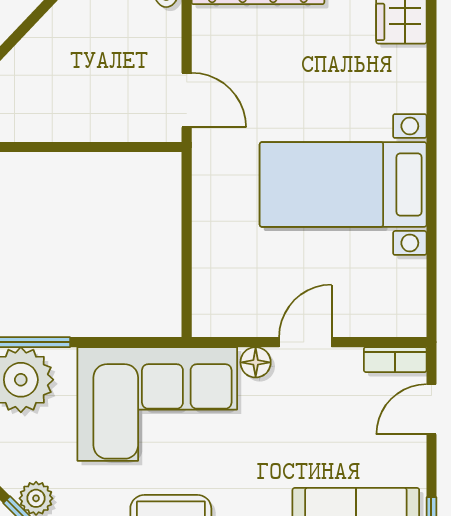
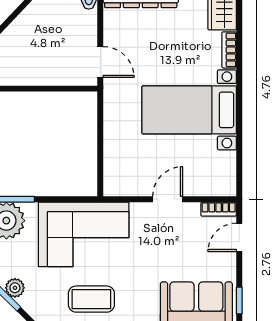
bookcase: (414, 79) -> (229, 50), added
floor lamp: (256, 362) -> (139, 211), removed

